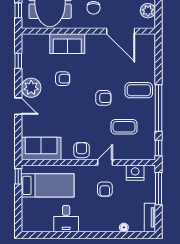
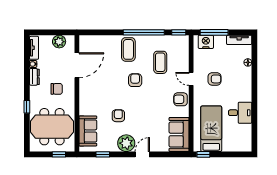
sofa: (67, 44) -> (88, 131), moved
nightstand: (135, 173) -> (206, 42), moved, turned 90

